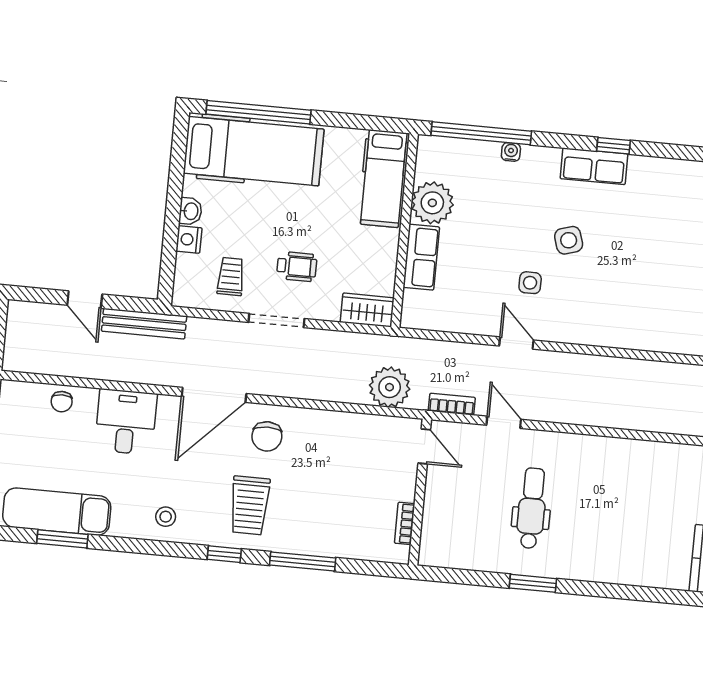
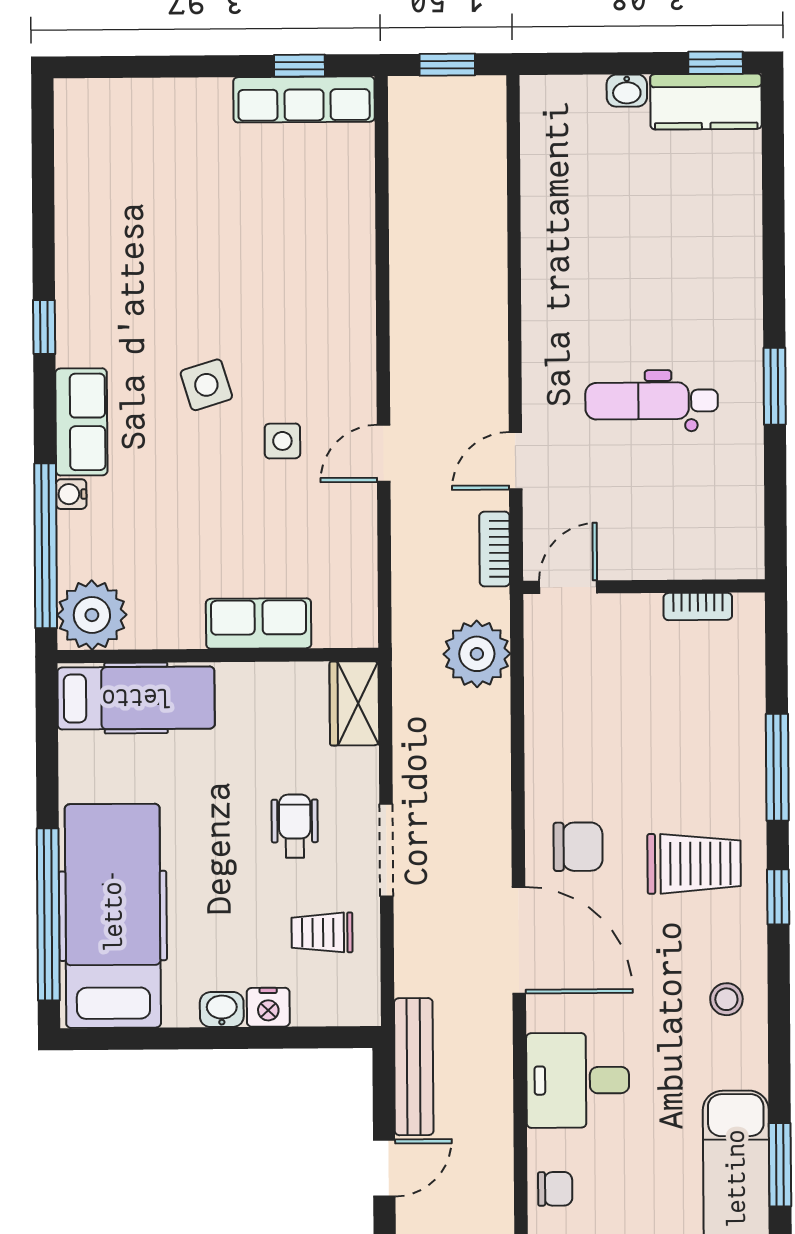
row of seats: (594, 166) -> (81, 422), moved
plant: (432, 203) -> (92, 615), moved

